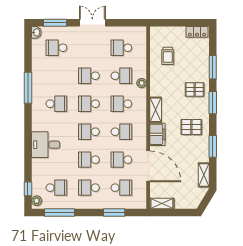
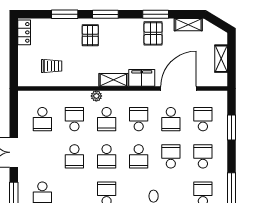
plant: (142, 83) -> (96, 96), moved
pallet: (191, 127) -> (153, 33), moved
school desk: (89, 160) -> (171, 156), turned 180
school desk: (89, 188) -> (203, 156), turned 180
shelving: (162, 204) -> (221, 59), moved

